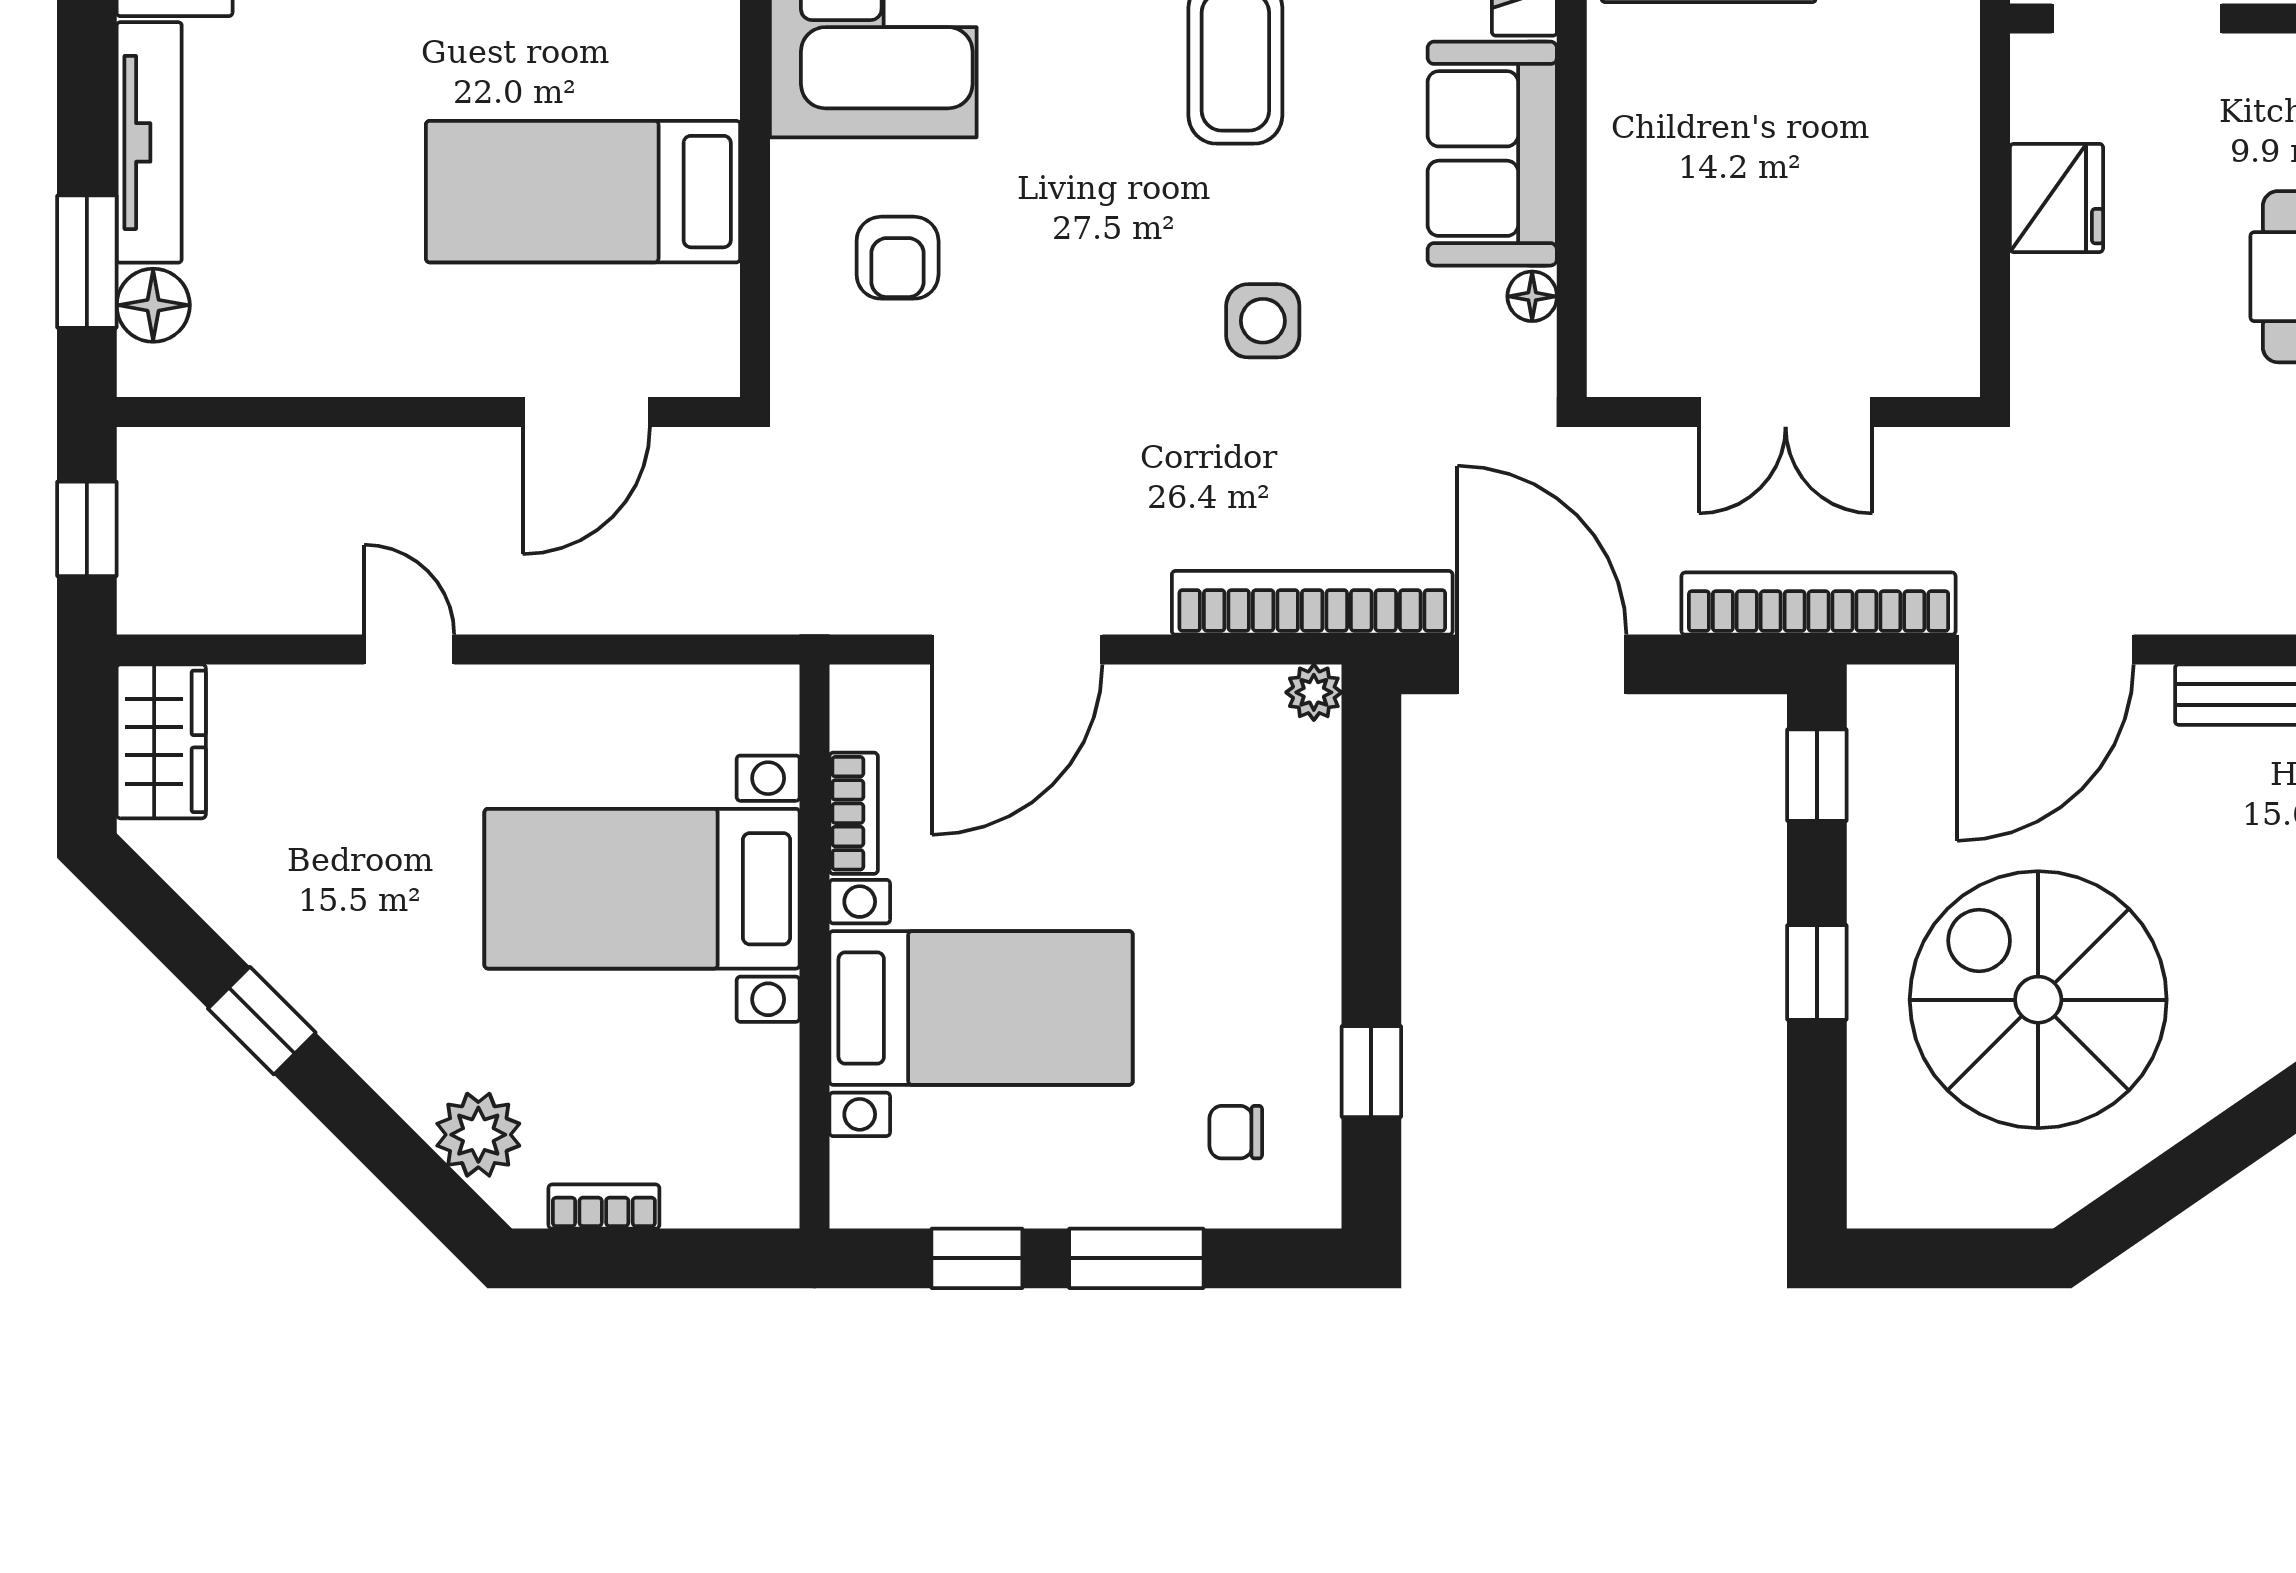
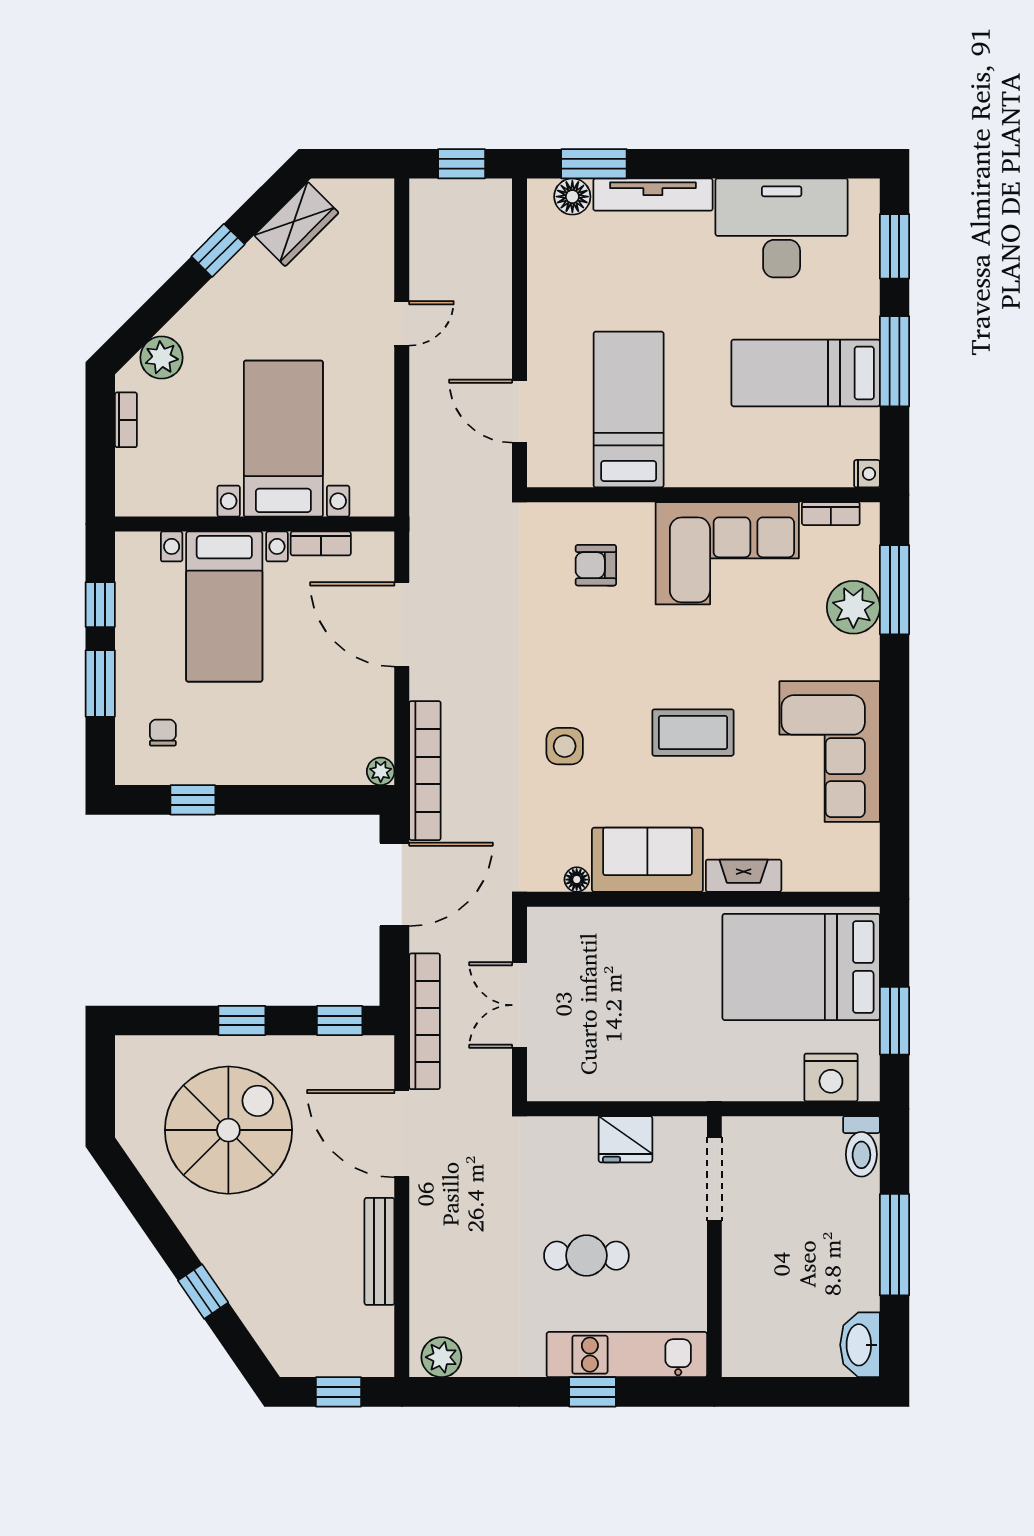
wardrobe: (161, 741) -> (296, 224), moved, turned -45

